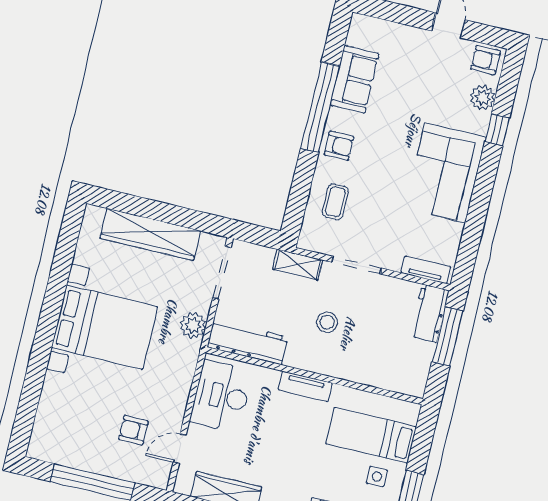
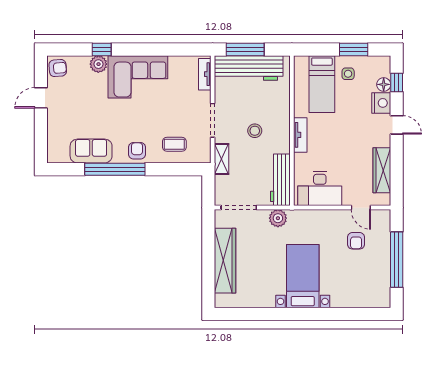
armchair: (486, 60) -> (58, 68), turned -95
plant: (483, 98) -> (98, 64), moved
workbench: (429, 313) -> (249, 68), width x1.88, depth x1.32
bed with nightstands: (104, 327) -> (303, 276), width x0.73

